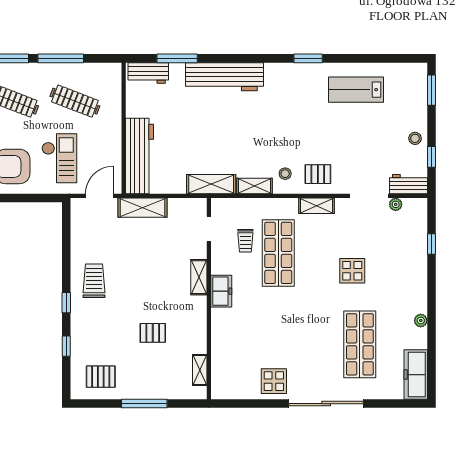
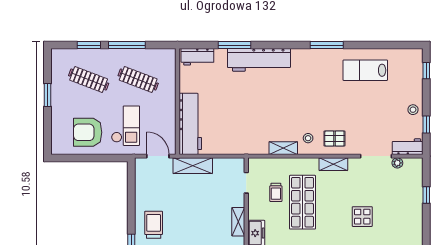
window: (177, 58) -> (235, 45), moved
window: (308, 58) -> (327, 45), width x1.44
window: (432, 90) -> (426, 71), width x0.67
shelving: (211, 184) -> (248, 147), removed
door: (99, 196) -> (158, 156), hinge flipped

